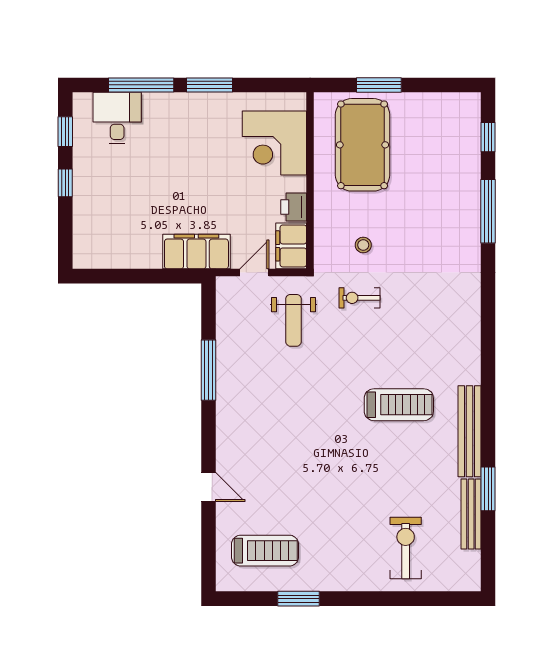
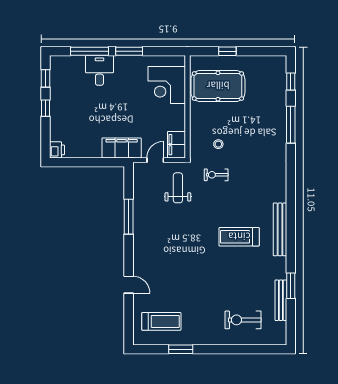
window: (379, 85) -> (227, 51), width x0.67
desk: (117, 118) -> (99, 70), moved
pool table: (363, 145) -> (218, 86), turned 90
printer: (294, 207) -> (57, 150), moved, turned 180
weight bench: (293, 320) -> (178, 188), turned 180
treadmill: (399, 405) -> (239, 237), turned 180
bench: (470, 431) -> (280, 229), moved
exercise bike: (406, 548) -> (243, 320), turned -90

